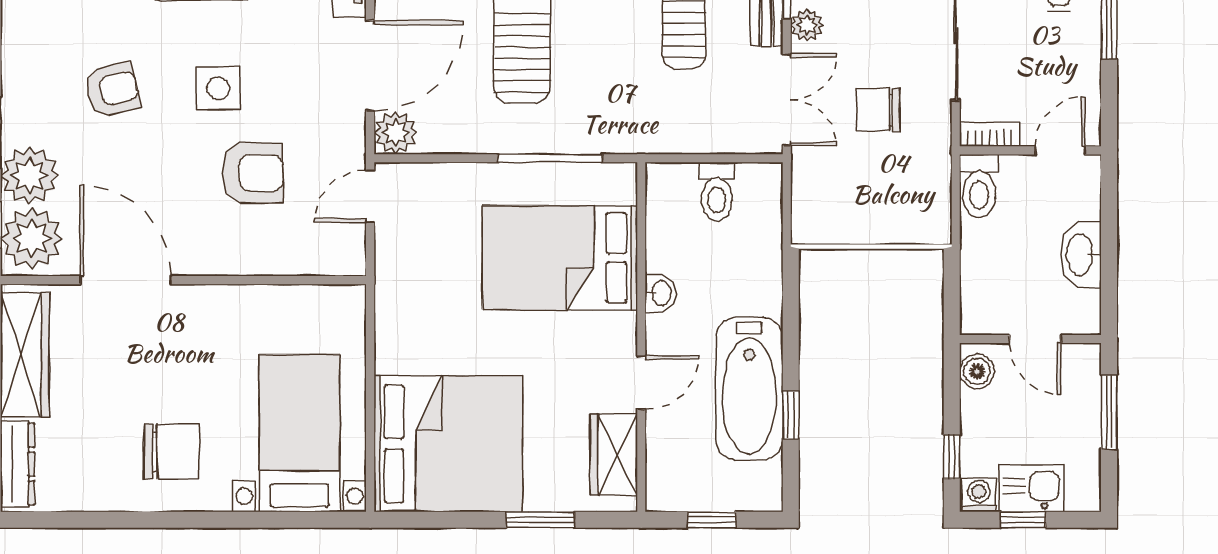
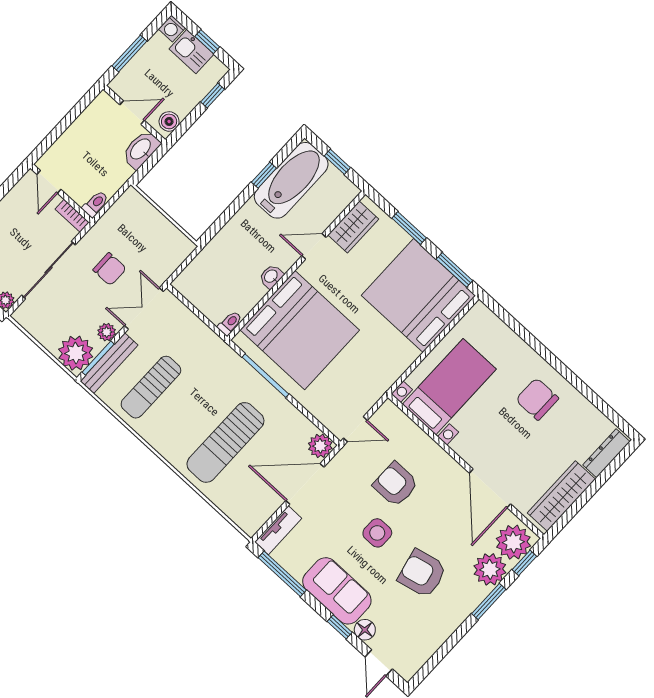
armchair: (112, 90) -> (422, 573), width x1.38, depth x1.38
door: (1060, 150) -> (49, 182), hinge flipped
toilet: (979, 186) -> (95, 204), width x0.73, depth x0.72
toilet: (717, 192) -> (230, 323), moved, width x0.73, depth x0.72
washbasin: (1081, 255) -> (141, 149), moved, turned 180
bed: (560, 258) -> (300, 330), width x1.36
door: (1035, 339) -> (132, 113), hinge flipped
bathtub: (749, 389) -> (291, 180), moved
bed with nightstands: (300, 433) -> (449, 387), moved, turned 180
washing machine: (979, 495) -> (172, 28), moved
window: (432, 520) -> (454, 270), added

